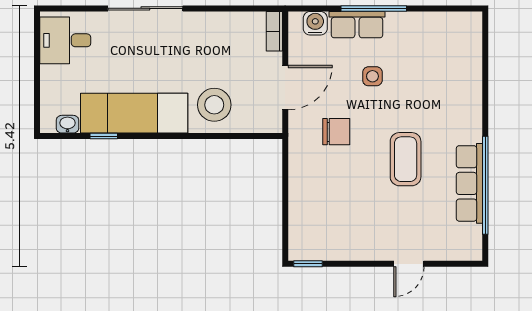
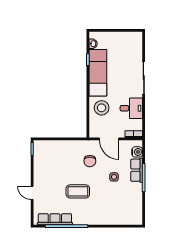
desk: (65, 40) -> (131, 108), moved, turned 90
row of seats: (469, 183) -> (55, 219), moved

